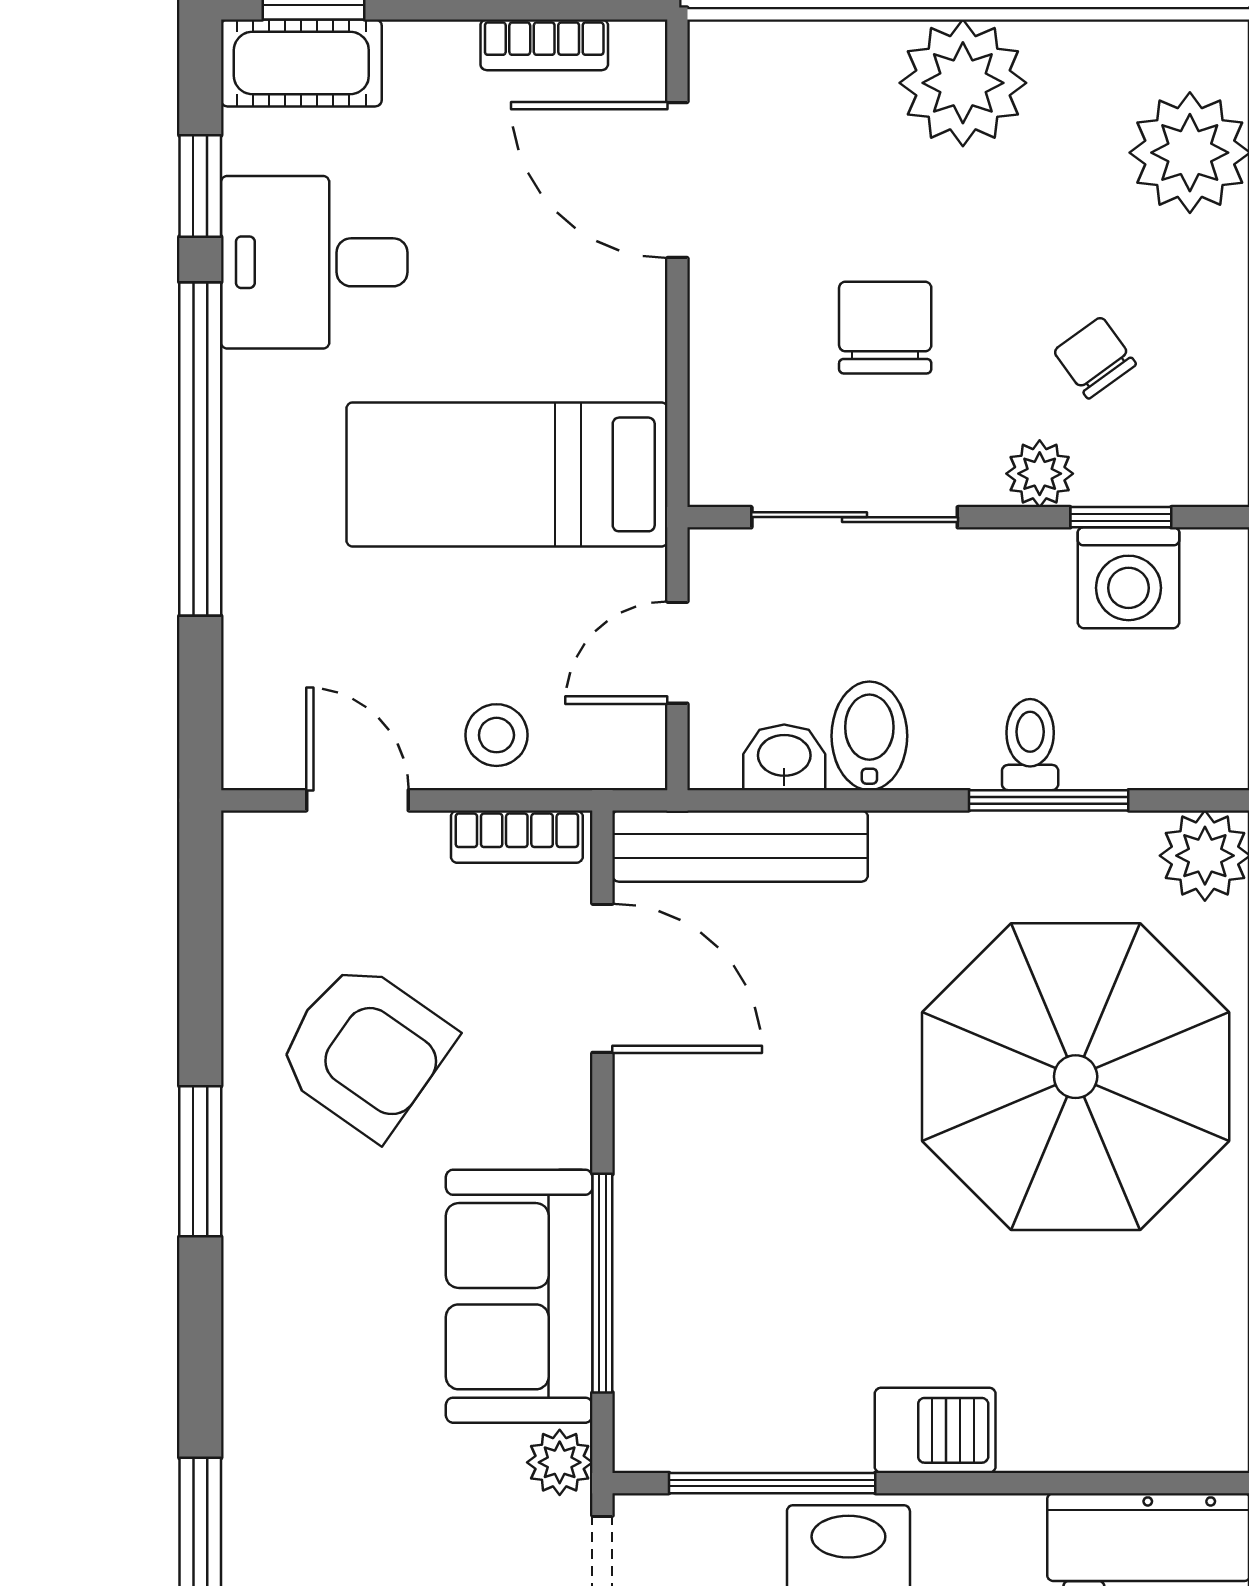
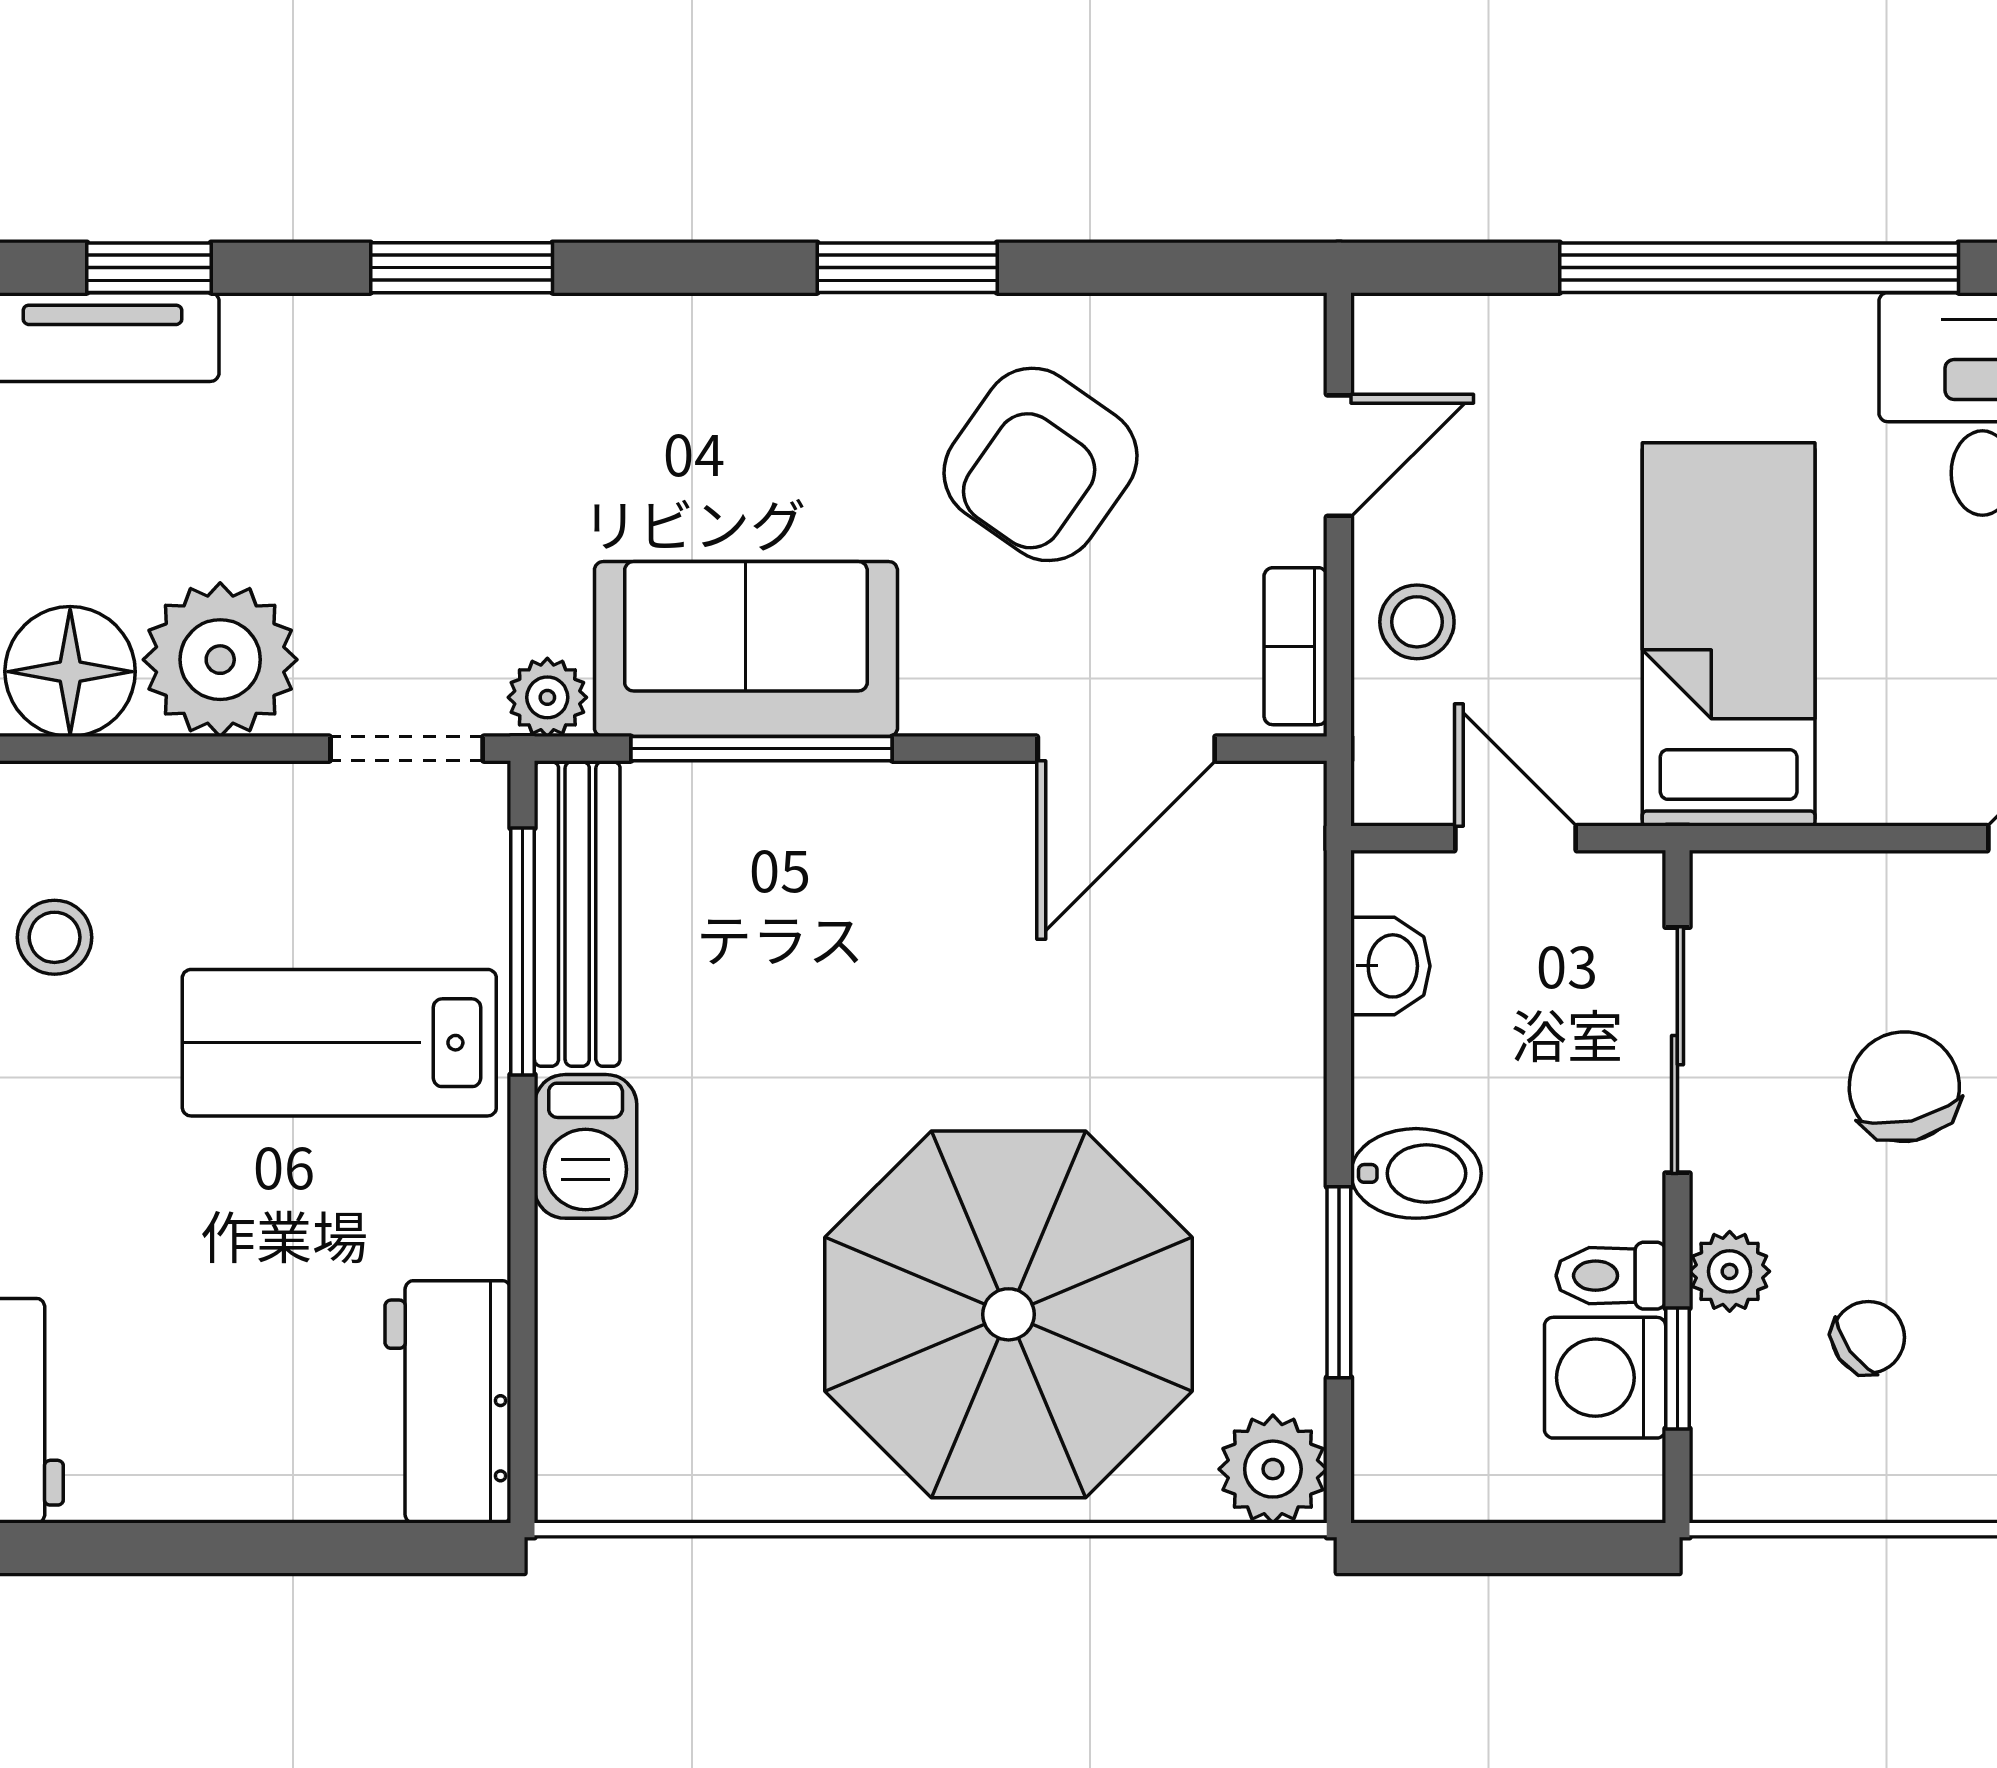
chair: (885, 328) -> (1904, 1087), turned -103
bidet: (869, 736) -> (1416, 1173), moved
toilet: (1030, 745) -> (1611, 1276), moved, turned 180
bench: (740, 846) -> (577, 914), moved

